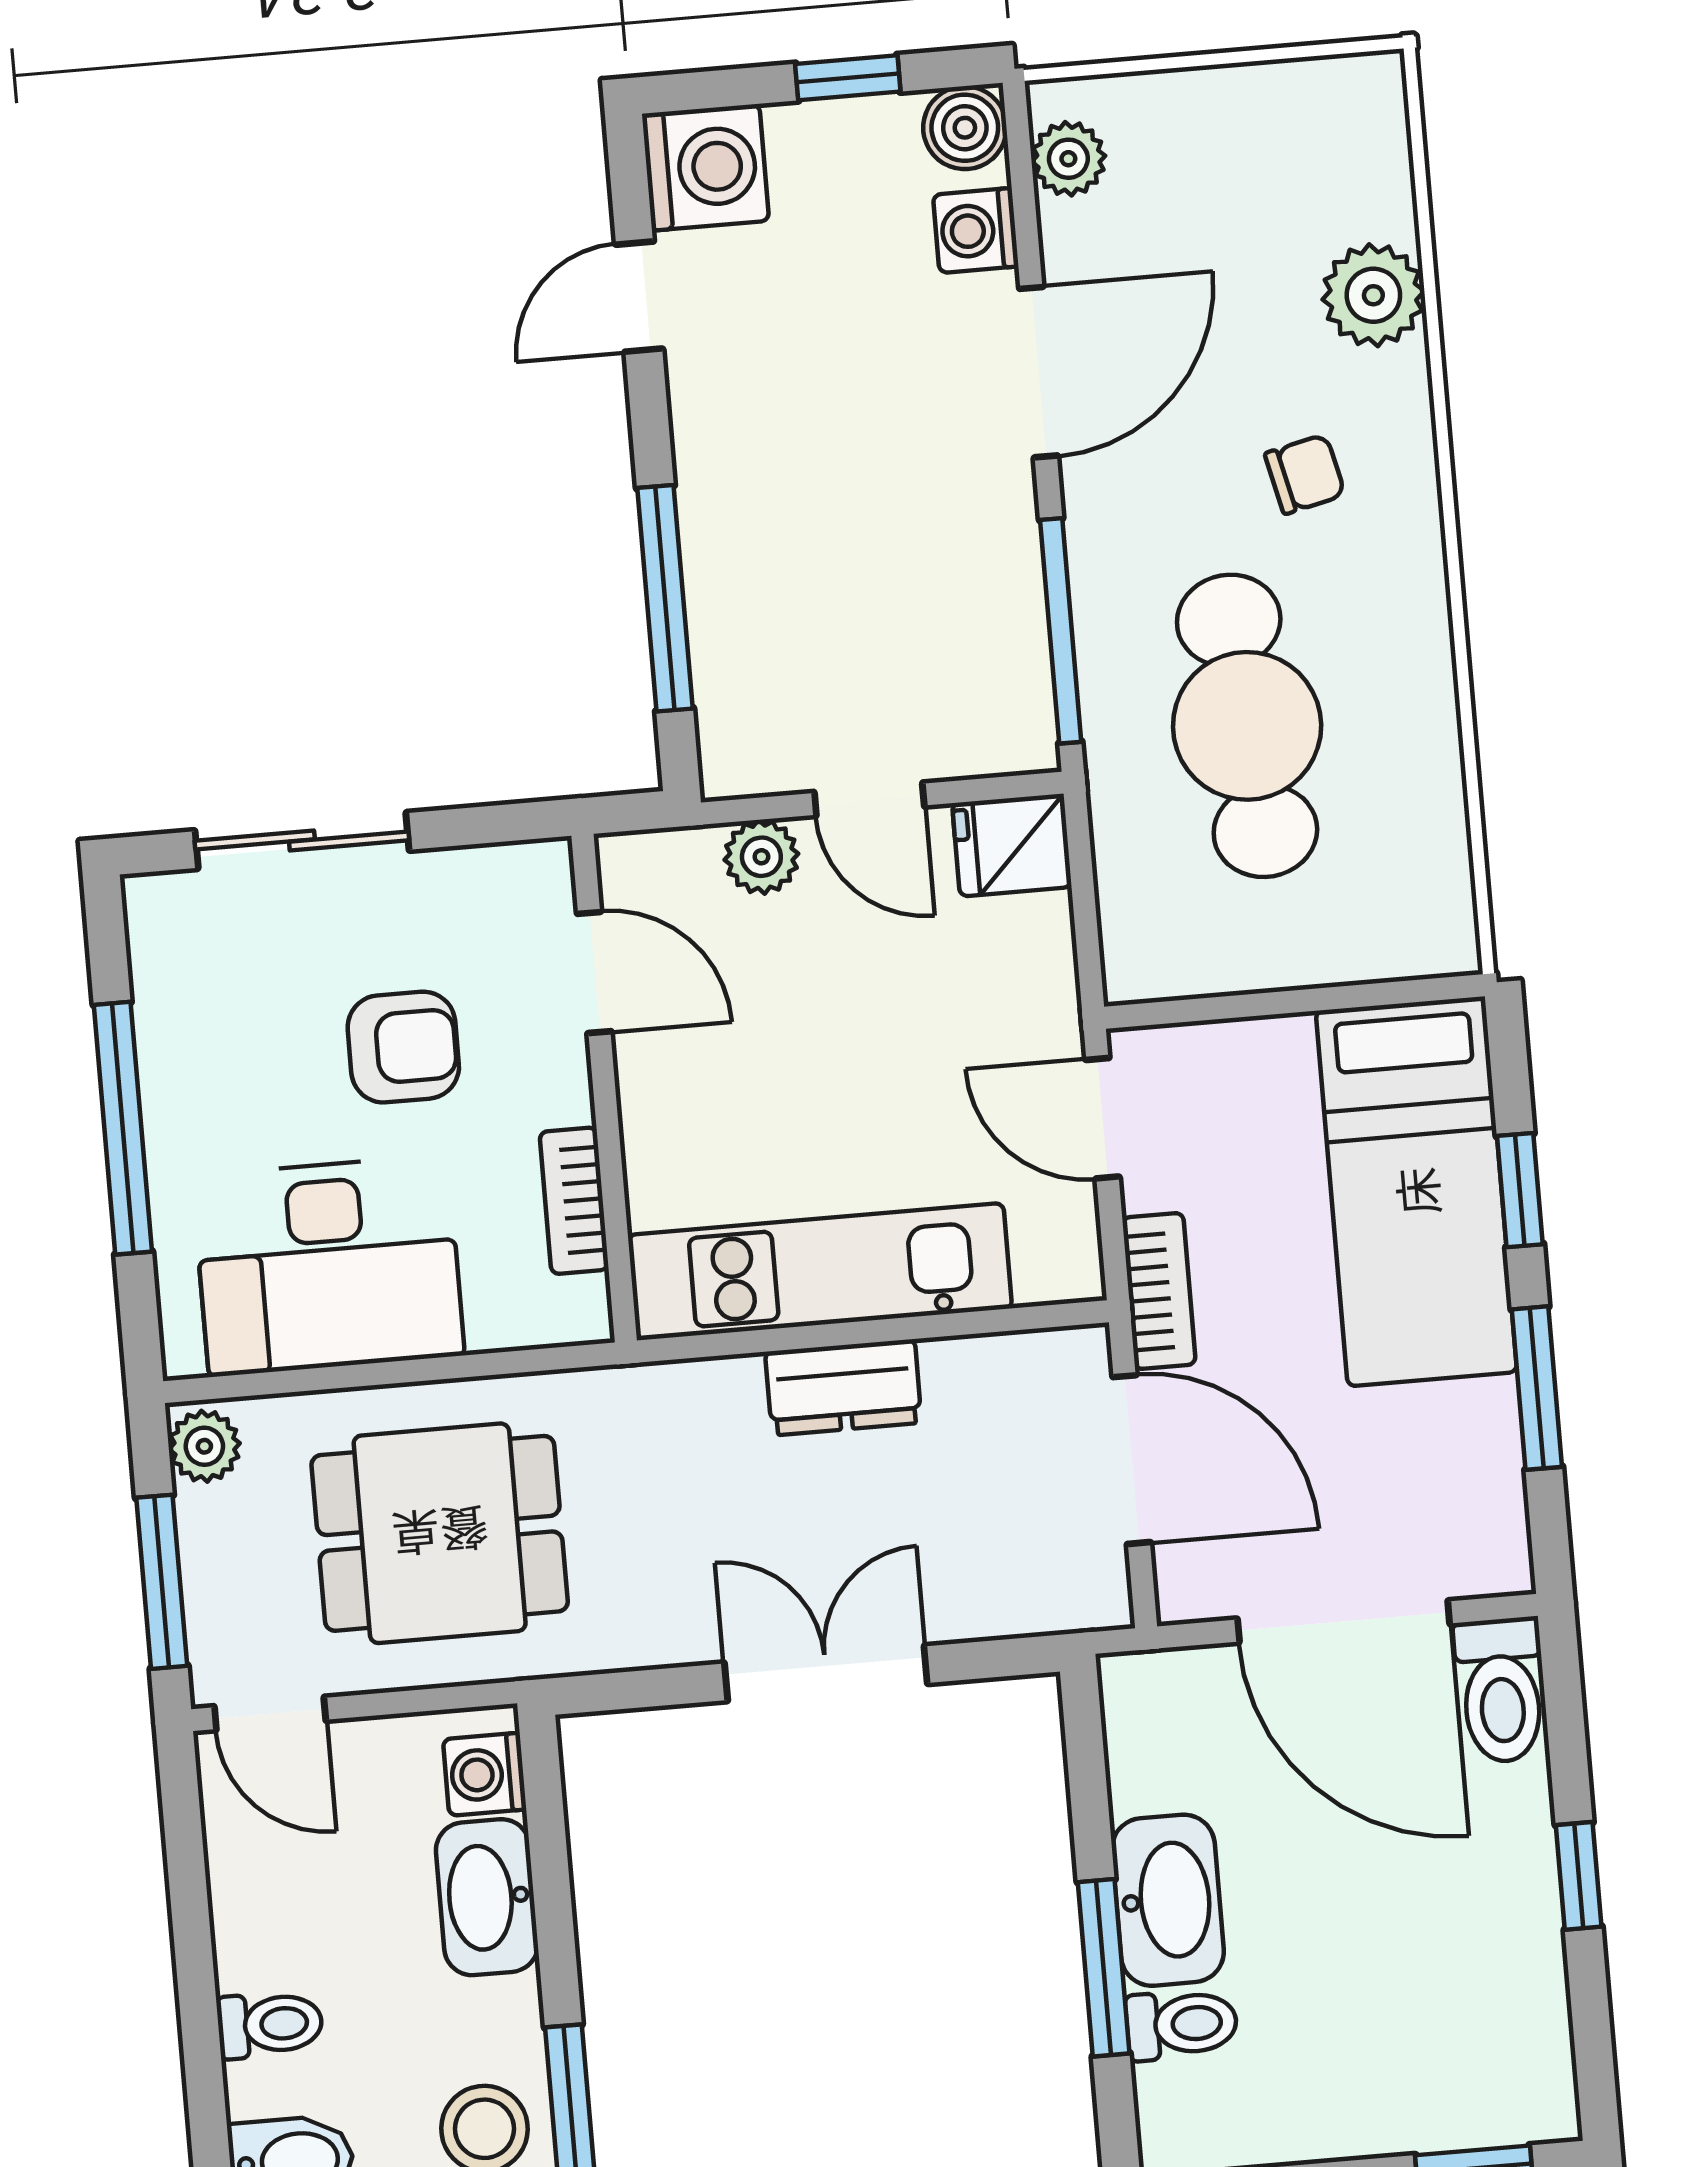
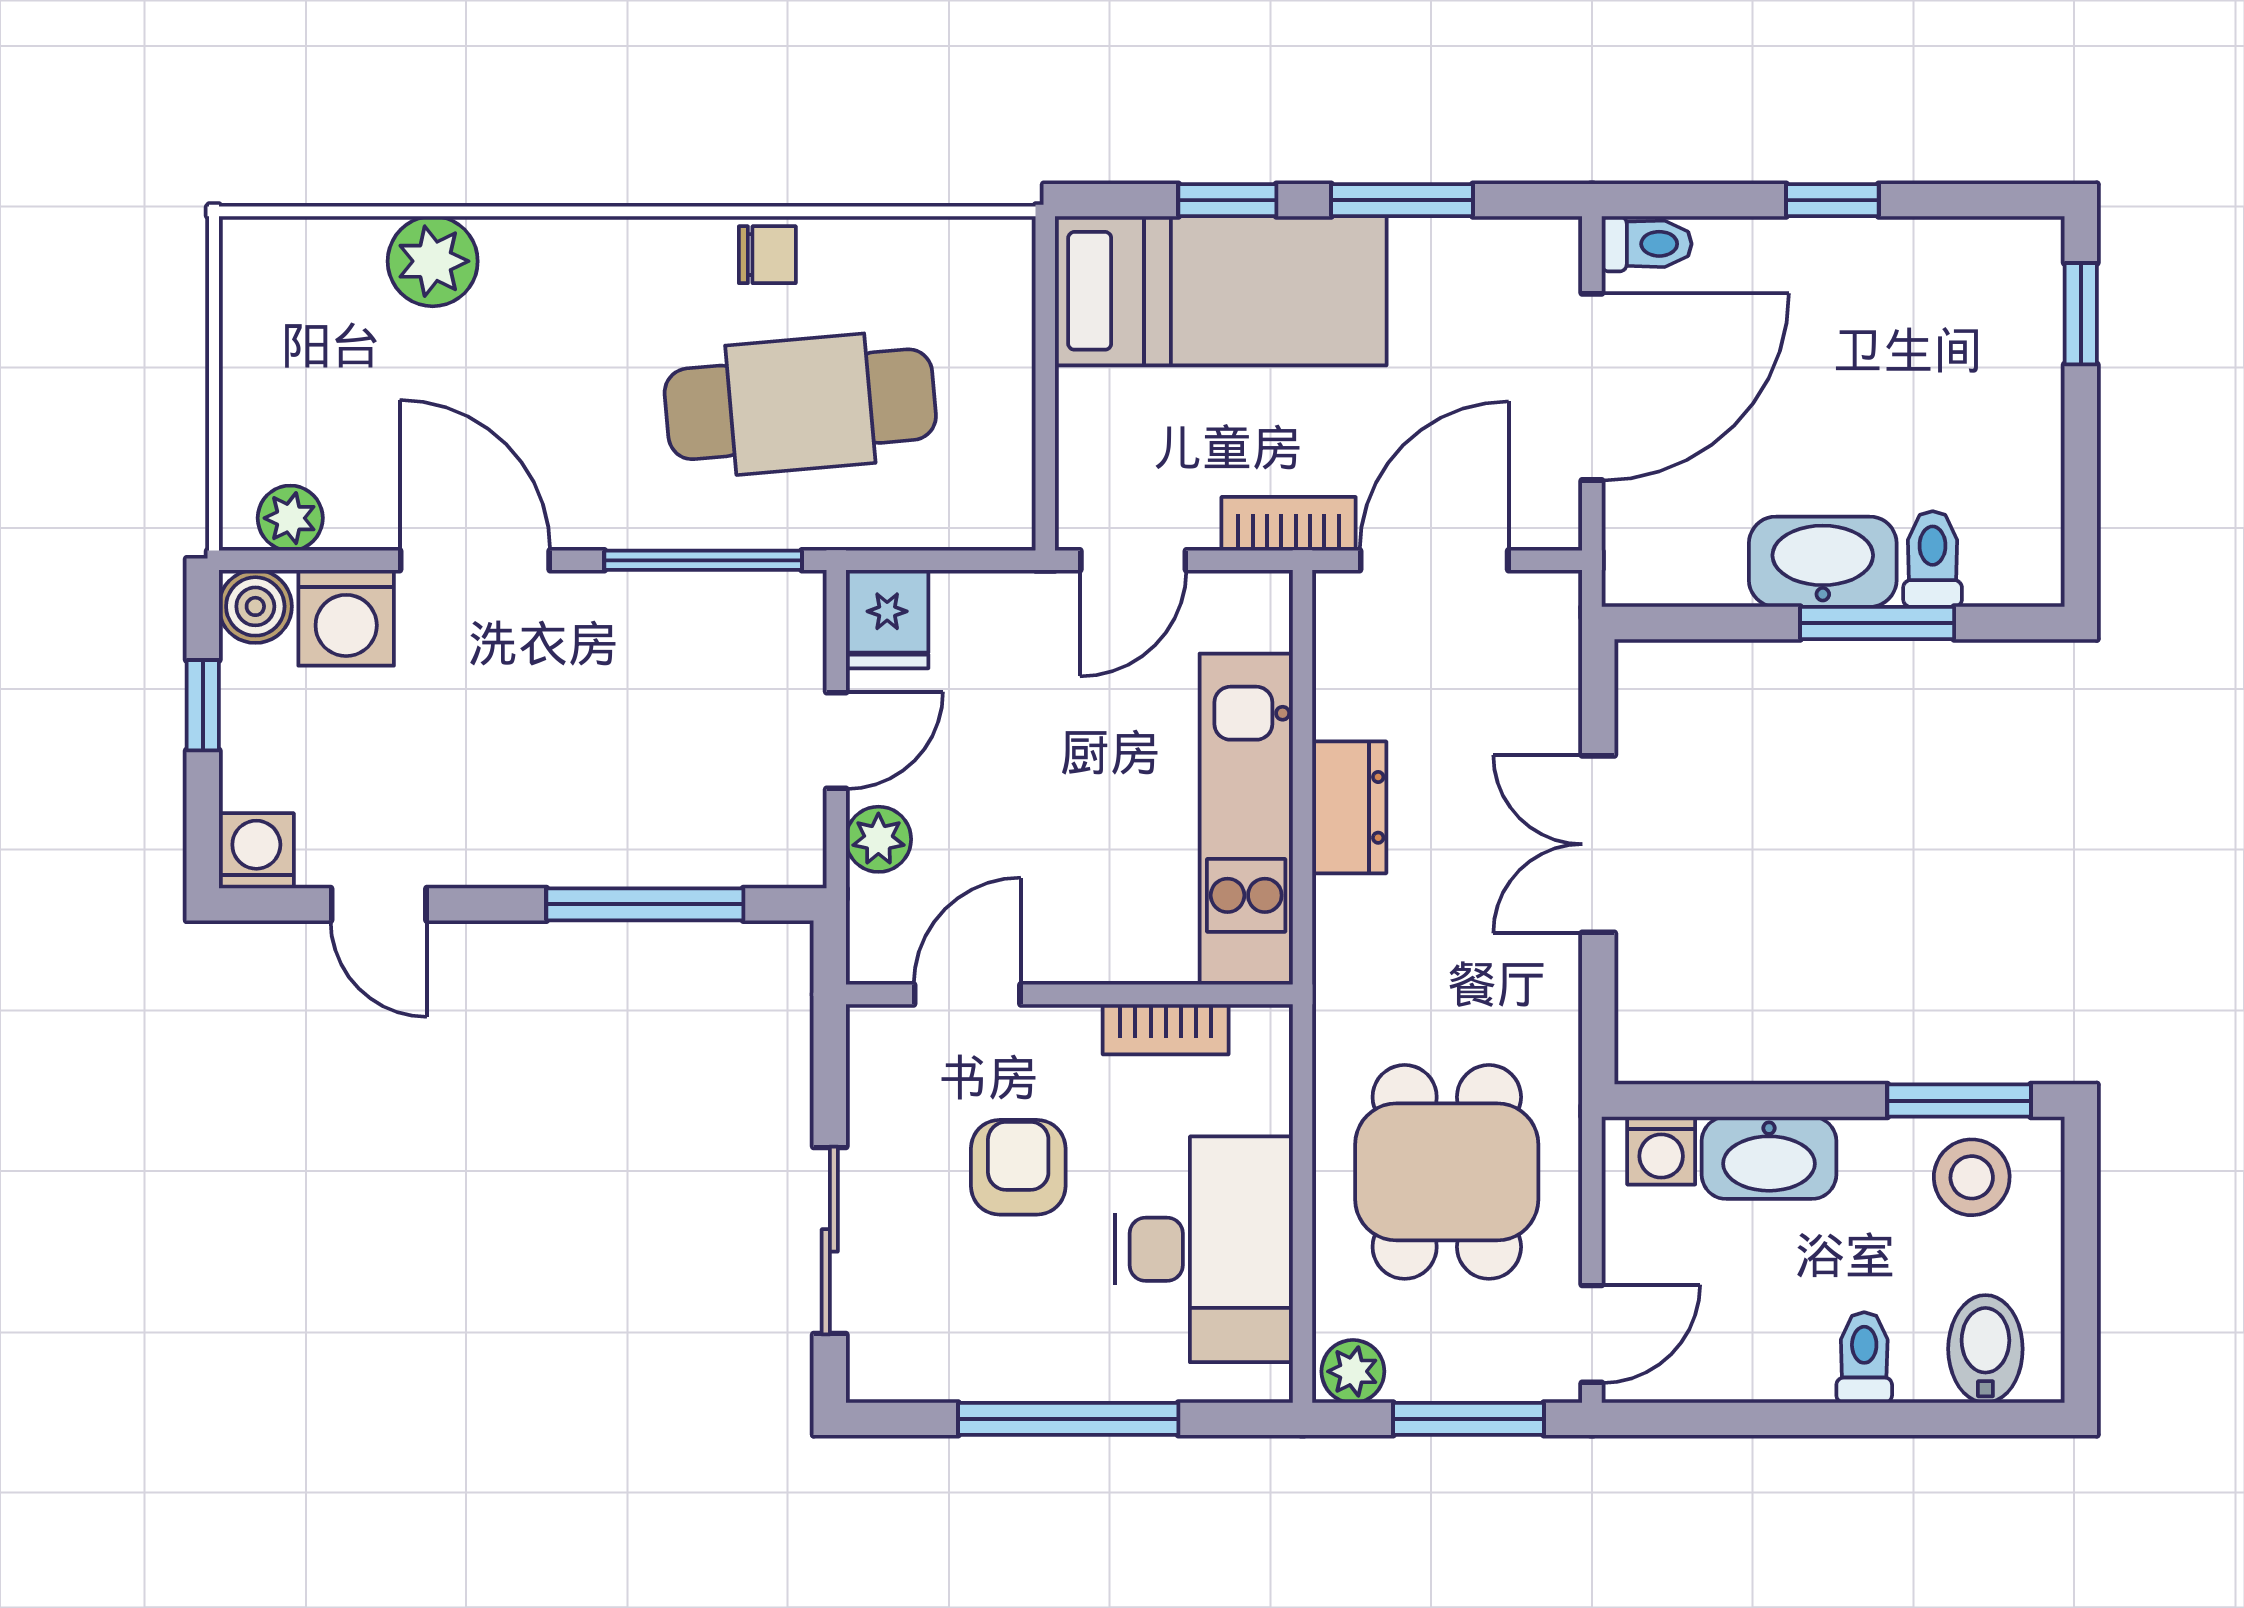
washing machine: (705, 167) -> (256, 851), width x0.73, depth x0.73
washing machine: (976, 231) -> (346, 618), width x1.38, depth x1.38
chair: (1305, 474) -> (767, 255), moved, turned 103
toilet: (1501, 1690) -> (1647, 244), width x0.73, depth x0.72

